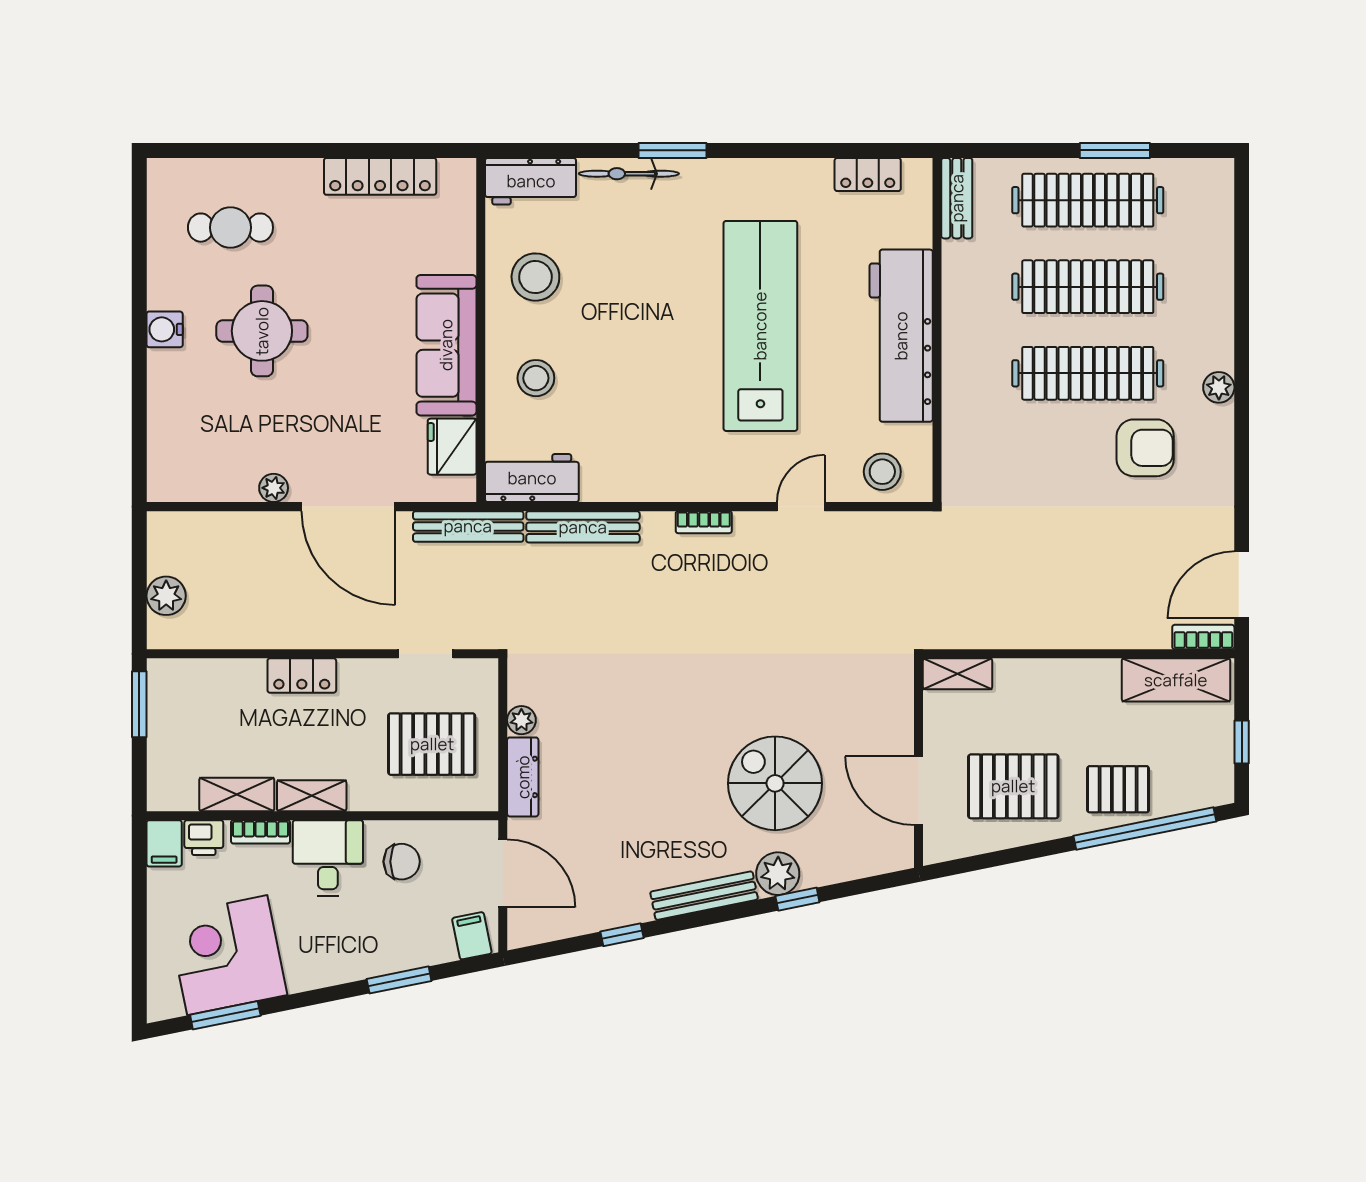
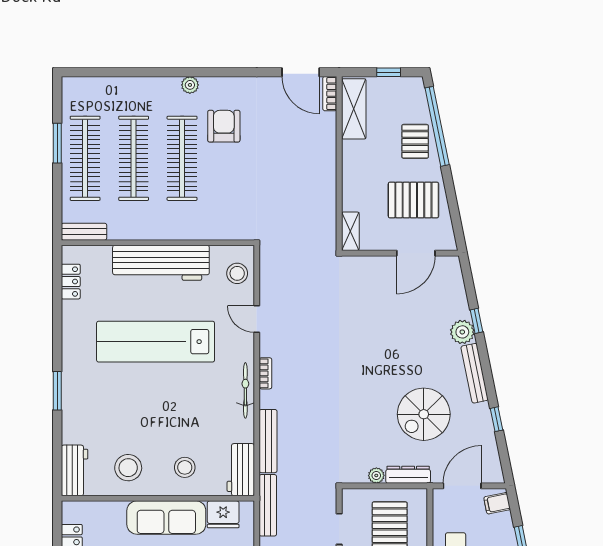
bicycle: (629, 174) -> (245, 390), moved, turned 180
spiral stairs: (775, 783) -> (424, 414), moved
pallet: (1013, 786) -> (413, 200), turned 90

